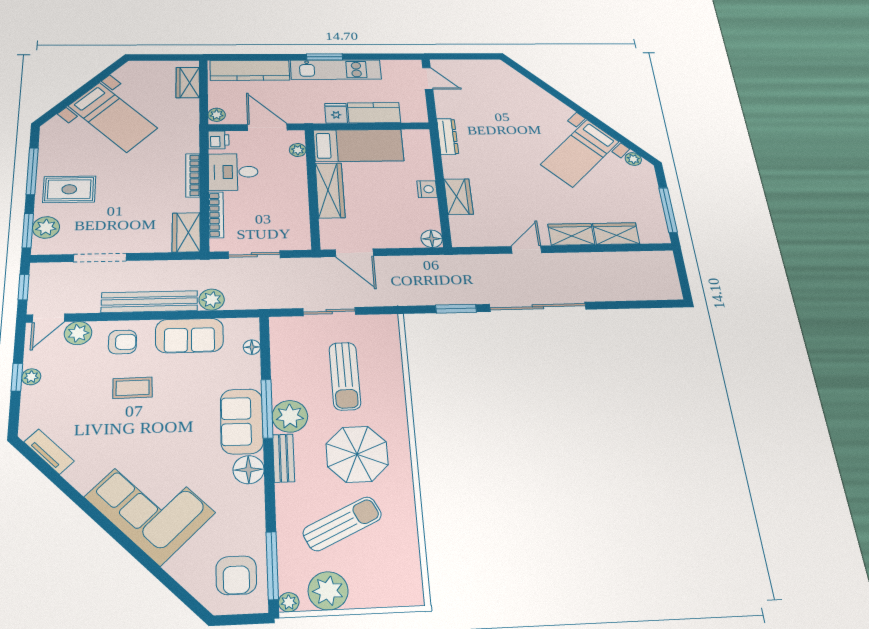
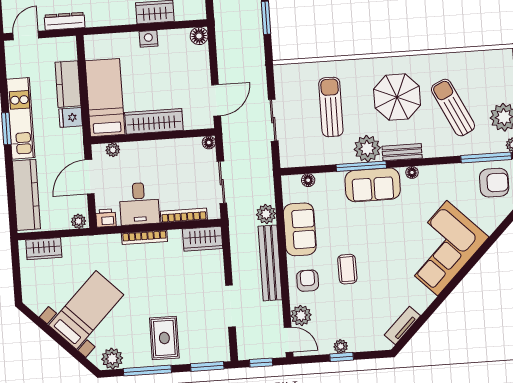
dresser: (448, 137) -> (65, 21), moved
plant: (46, 227) -> (112, 359), moved
floor lamp: (303, 243) -> (209, 143), added
sun lounger: (345, 376) -> (331, 107), turned -89
floor lamp: (249, 470) -> (412, 172), width x0.53, depth x0.53

